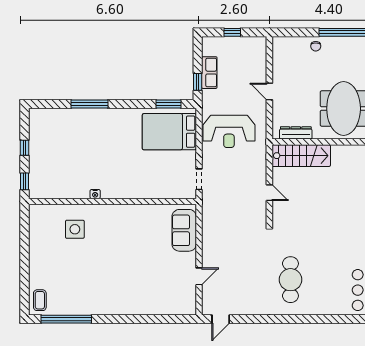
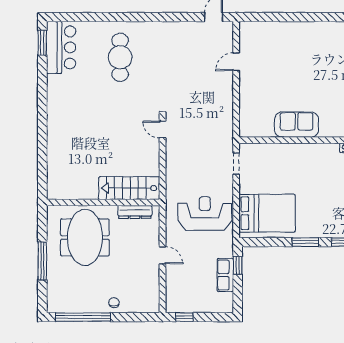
window: (232, 32) -> (184, 317), moved
window: (168, 104) -> (305, 242), moved
door: (269, 193) -> (163, 130), moved
sofa: (184, 230) -> (297, 125), moved, turned -90
cafe table: (290, 280) -> (120, 57), moved

